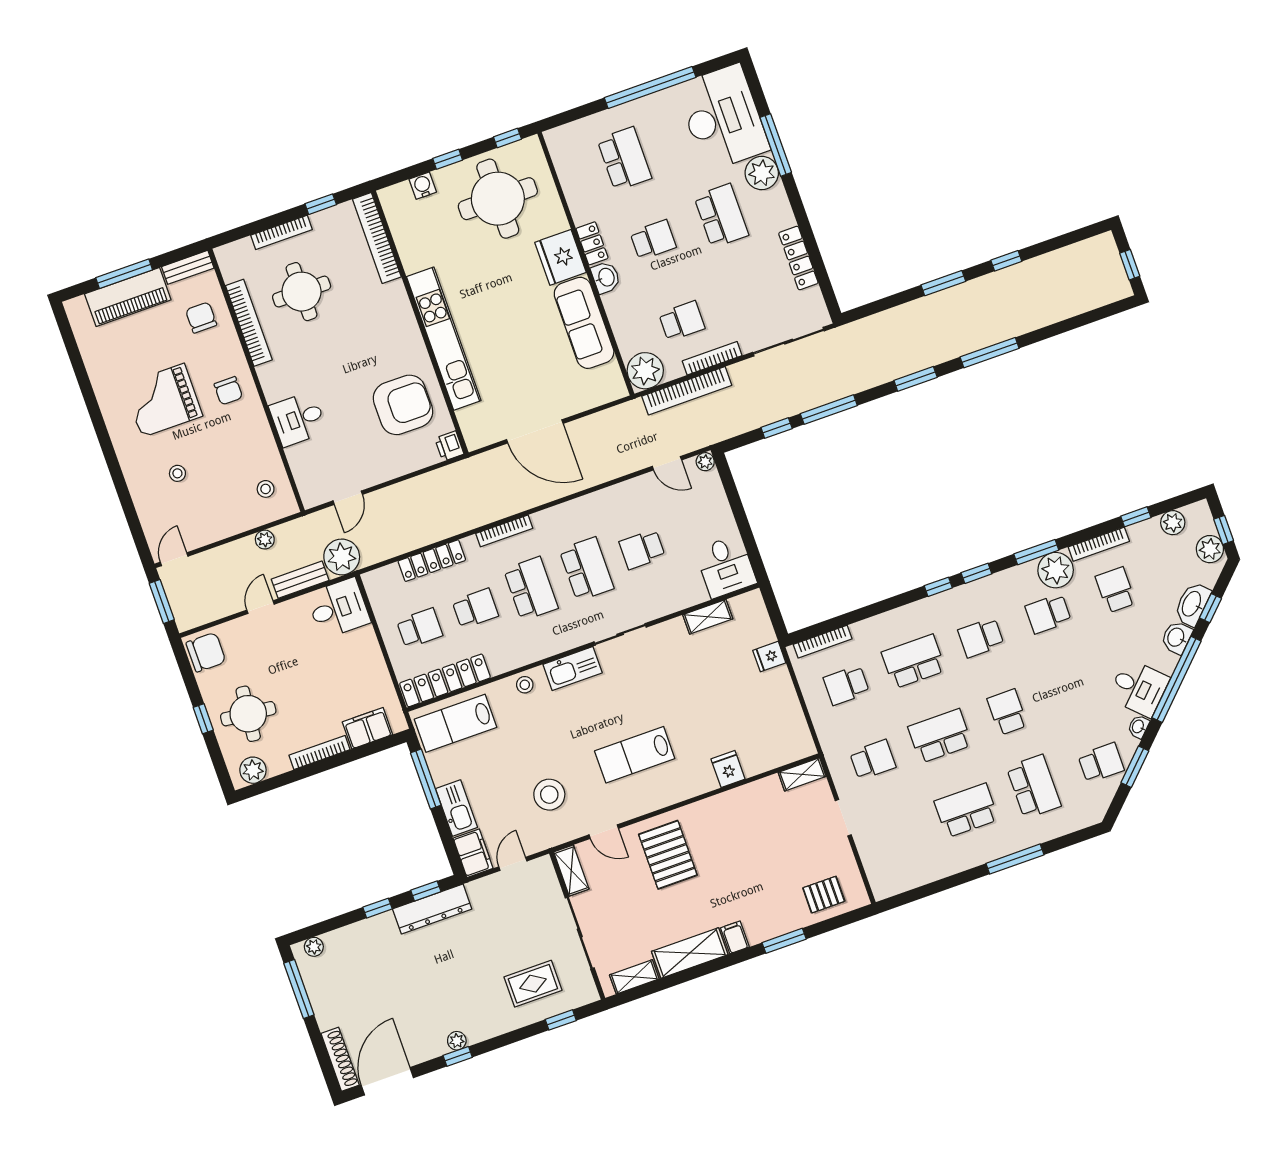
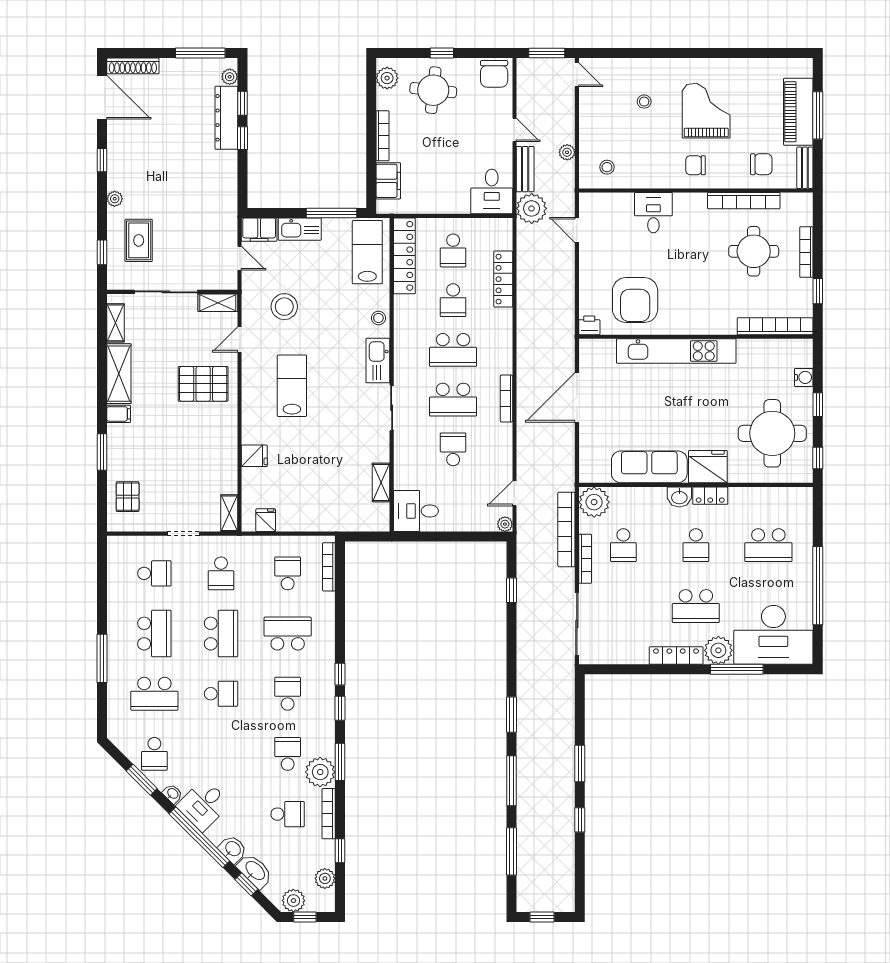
locker: (798, 258) -> (676, 655), moved
window: (829, 410) -> (512, 851), moved
bookcase: (504, 531) -> (507, 399), moved
fridge: (769, 657) -> (266, 520), moved
school desk: (914, 661) -> (288, 634), turned -90
school desk: (899, 834) -> (154, 573), added
window: (426, 891) -> (242, 103), moved
dresser: (432, 909) -> (226, 118), moved
plant: (457, 1041) -> (115, 199), moved

